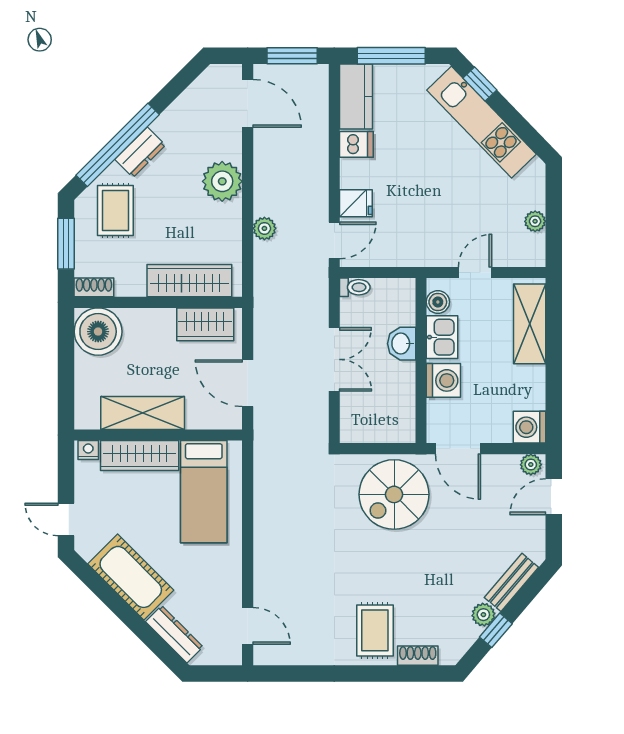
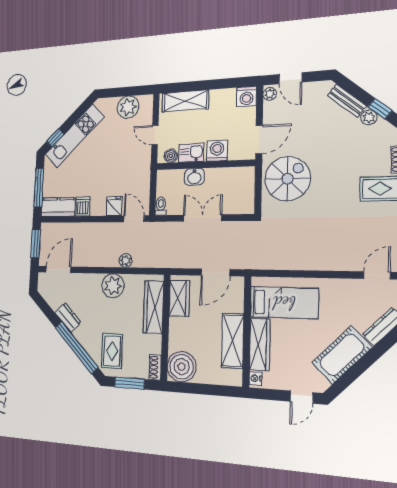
dresser: (140, 152) -> (68, 318), moved
plant: (222, 181) -> (113, 286), moved
rug: (115, 210) -> (112, 351), turned 90
plant: (535, 221) -> (128, 107), width x1.88, depth x1.88
spiral stairs: (394, 494) -> (288, 179), turned -90

